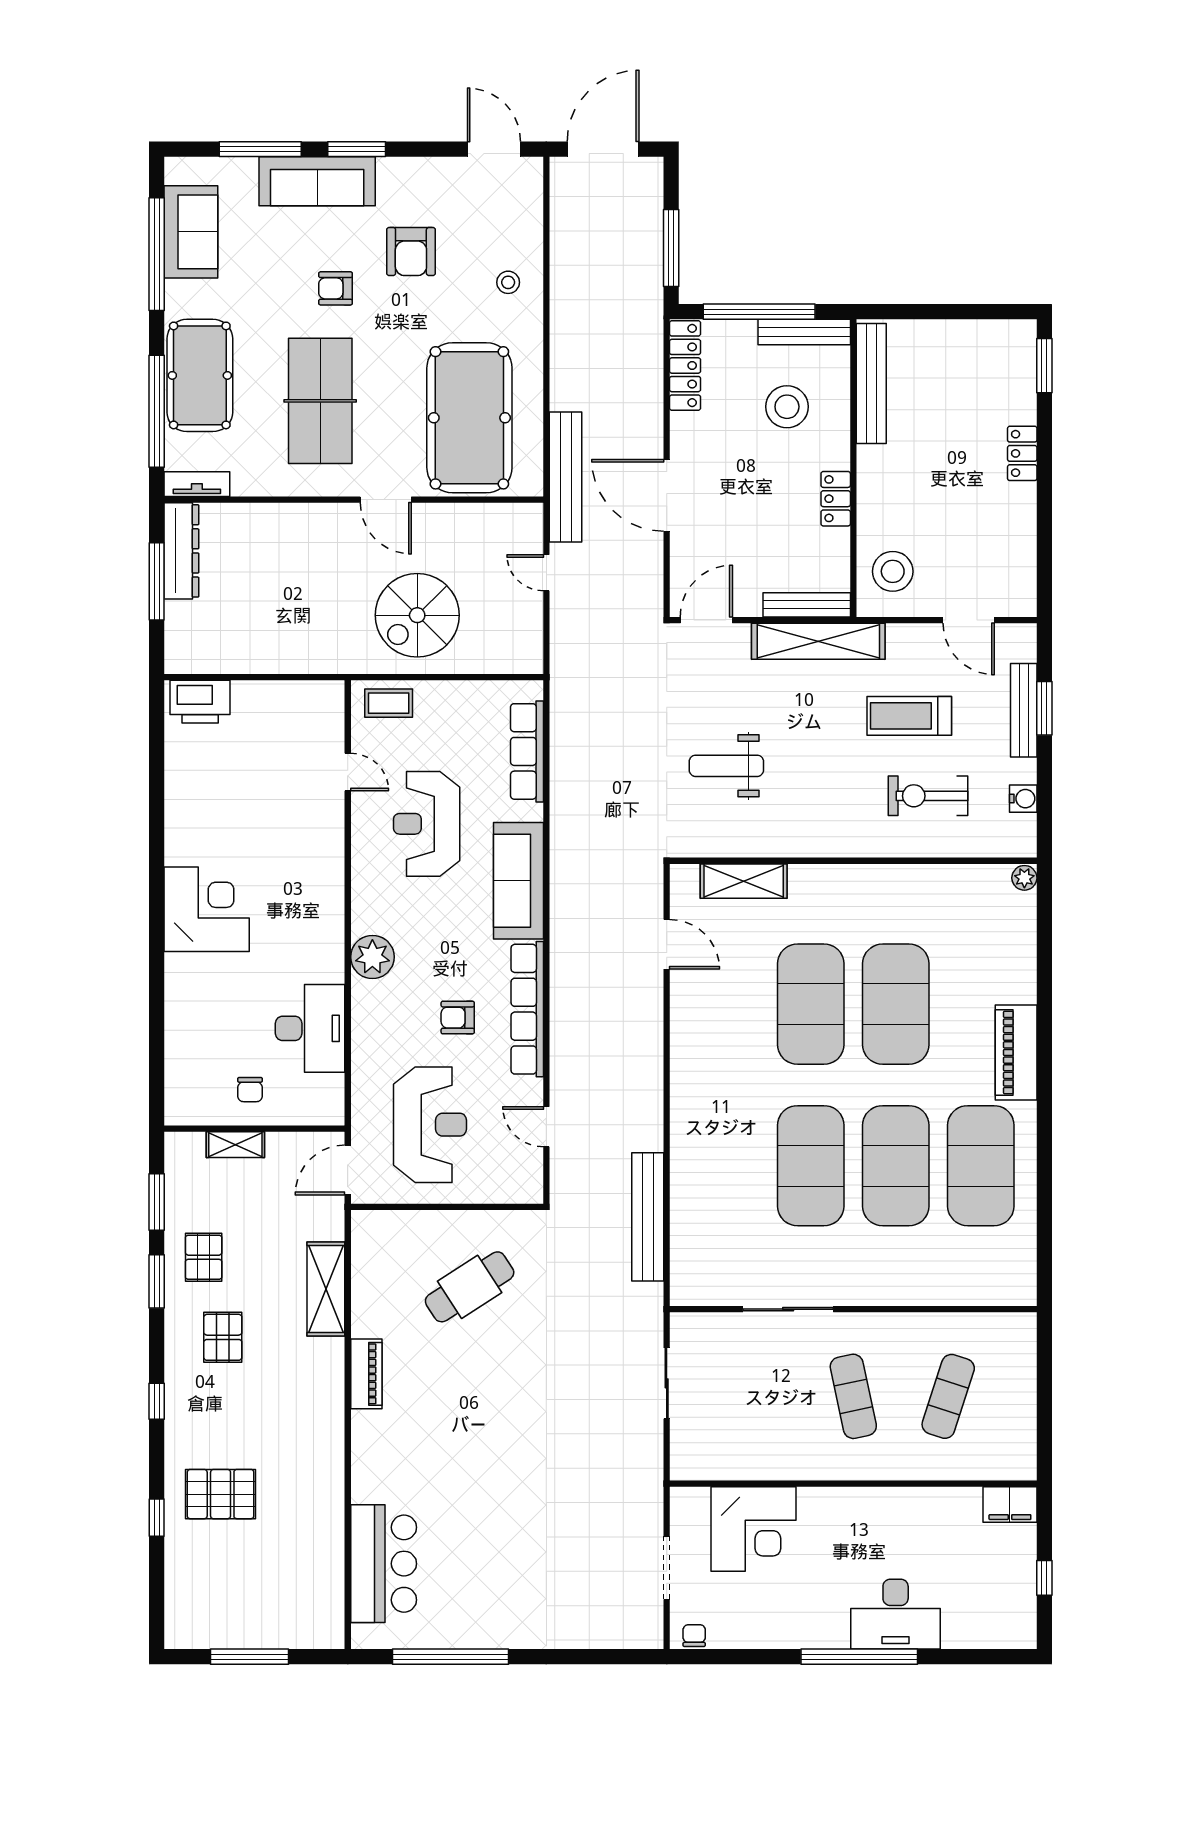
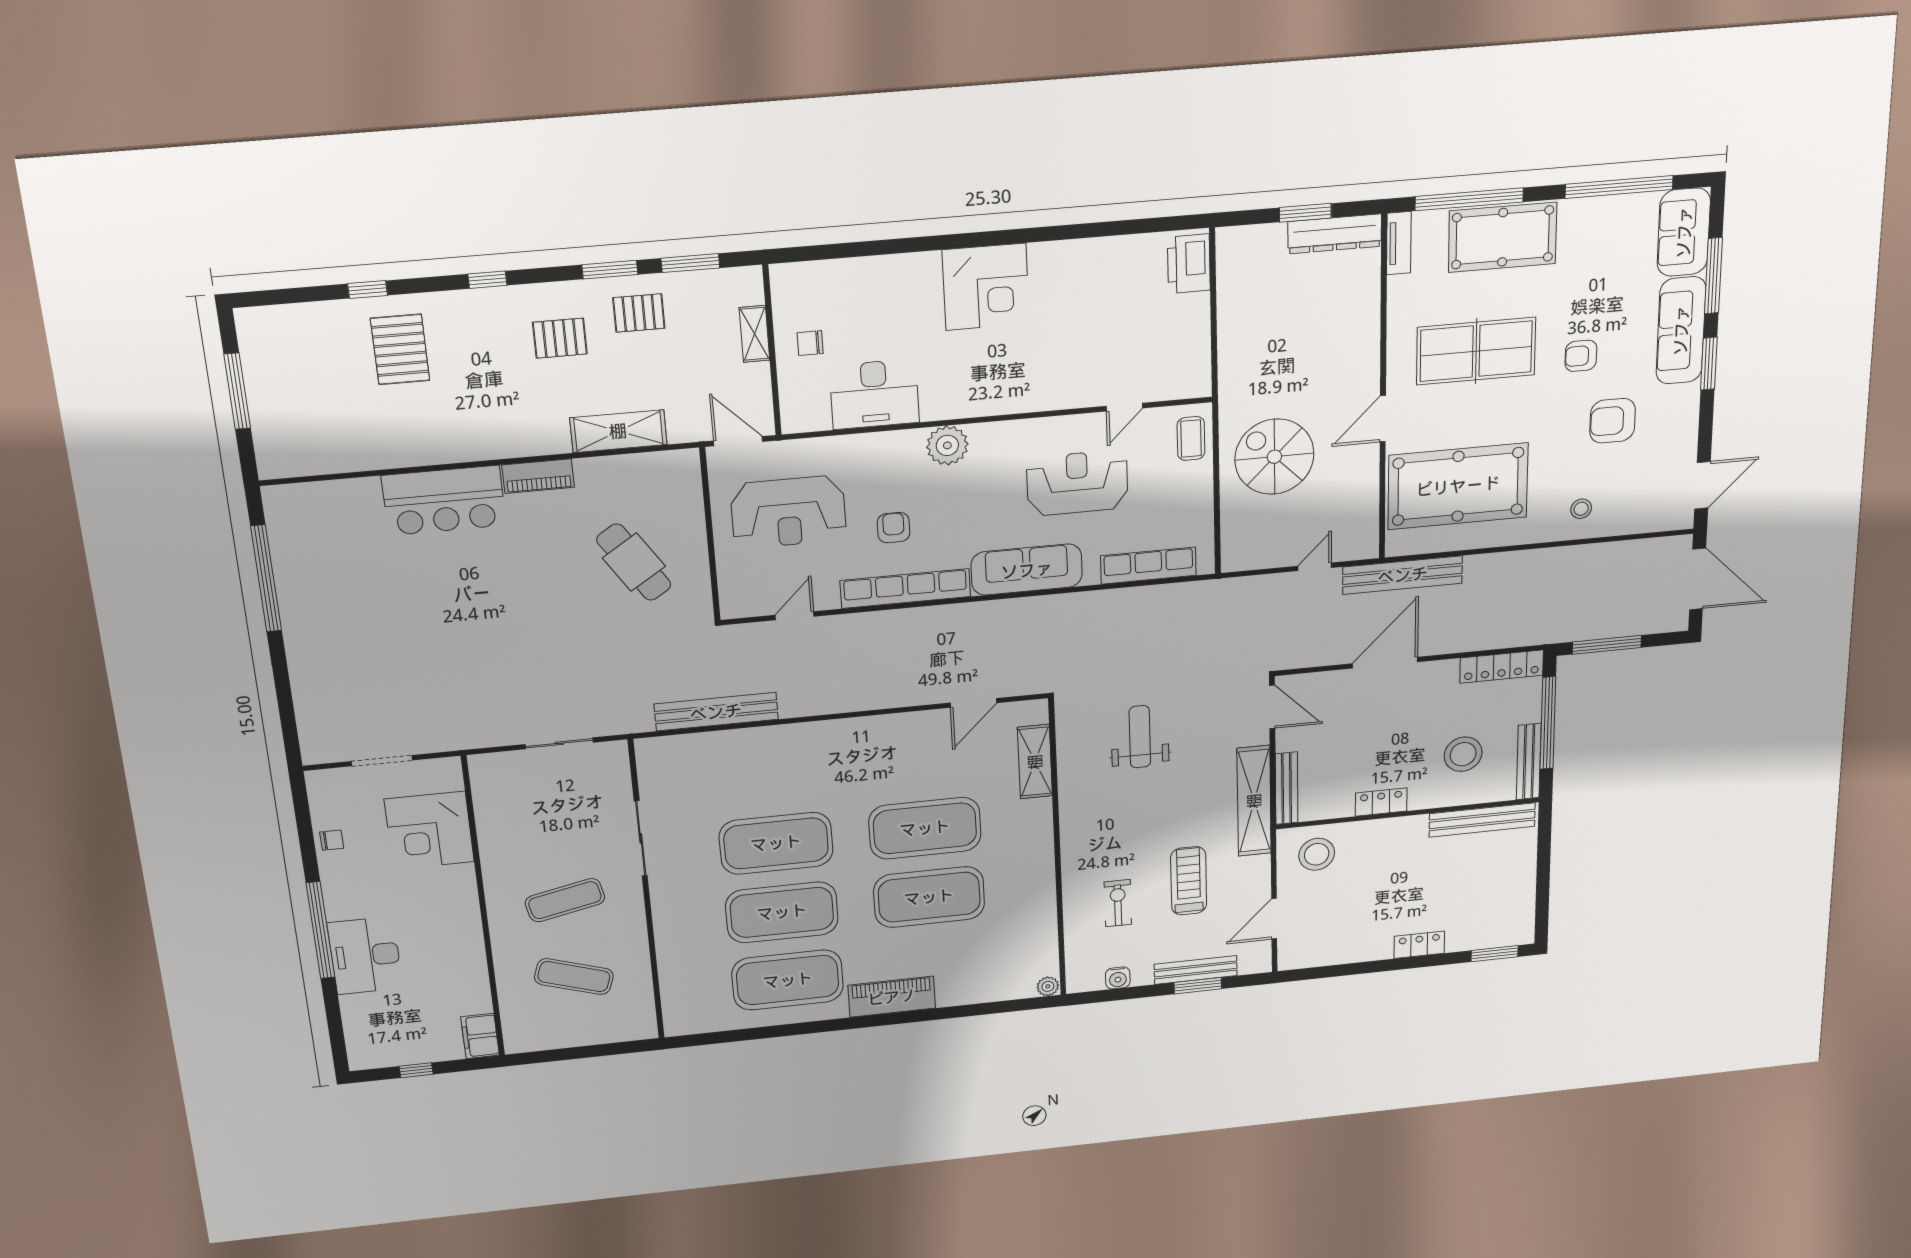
sofa: (191, 232) -> (1684, 232), moved, turned 90
armchair: (335, 288) -> (1581, 356), turned -90
window: (157, 581) -> (1305, 213), width x0.69
exercise bike: (928, 796) -> (1118, 903), width x0.73, depth x0.72
bar counter: (384, 1564) -> (444, 501), moved
chair: (694, 1636) -> (332, 840), moved

